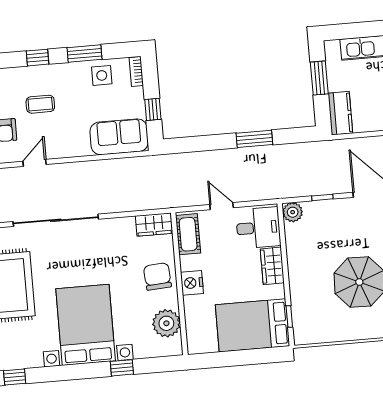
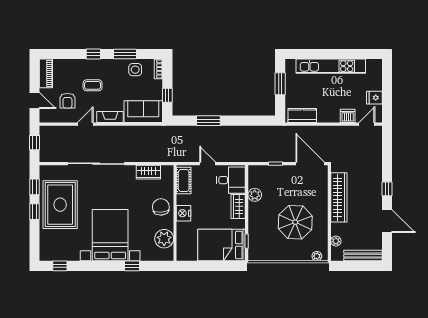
kitchen counter: (340, 113) -> (302, 116), moved, turned -90
window: (254, 139) -> (208, 121), moved
fireplace: (70, 149) -> (110, 117), added
plant: (293, 212) -> (255, 195), moved
wardrobe: (154, 225) -> (148, 172), moved

